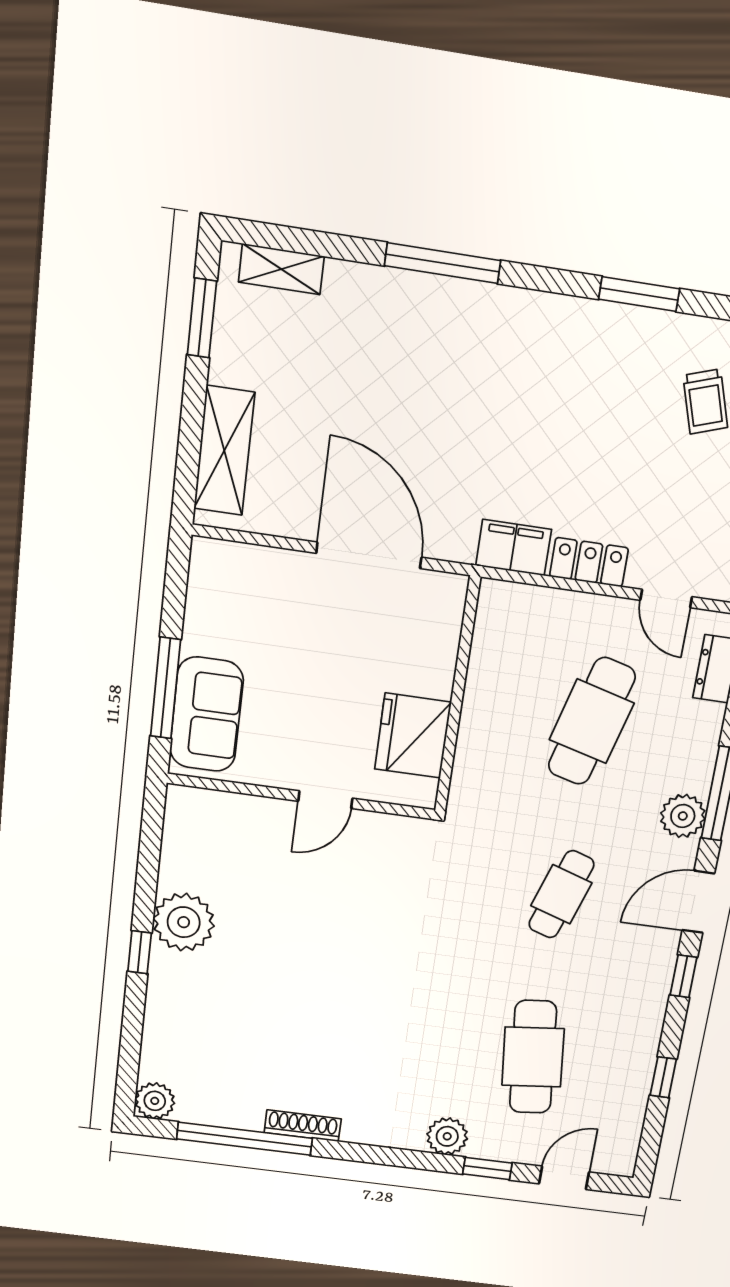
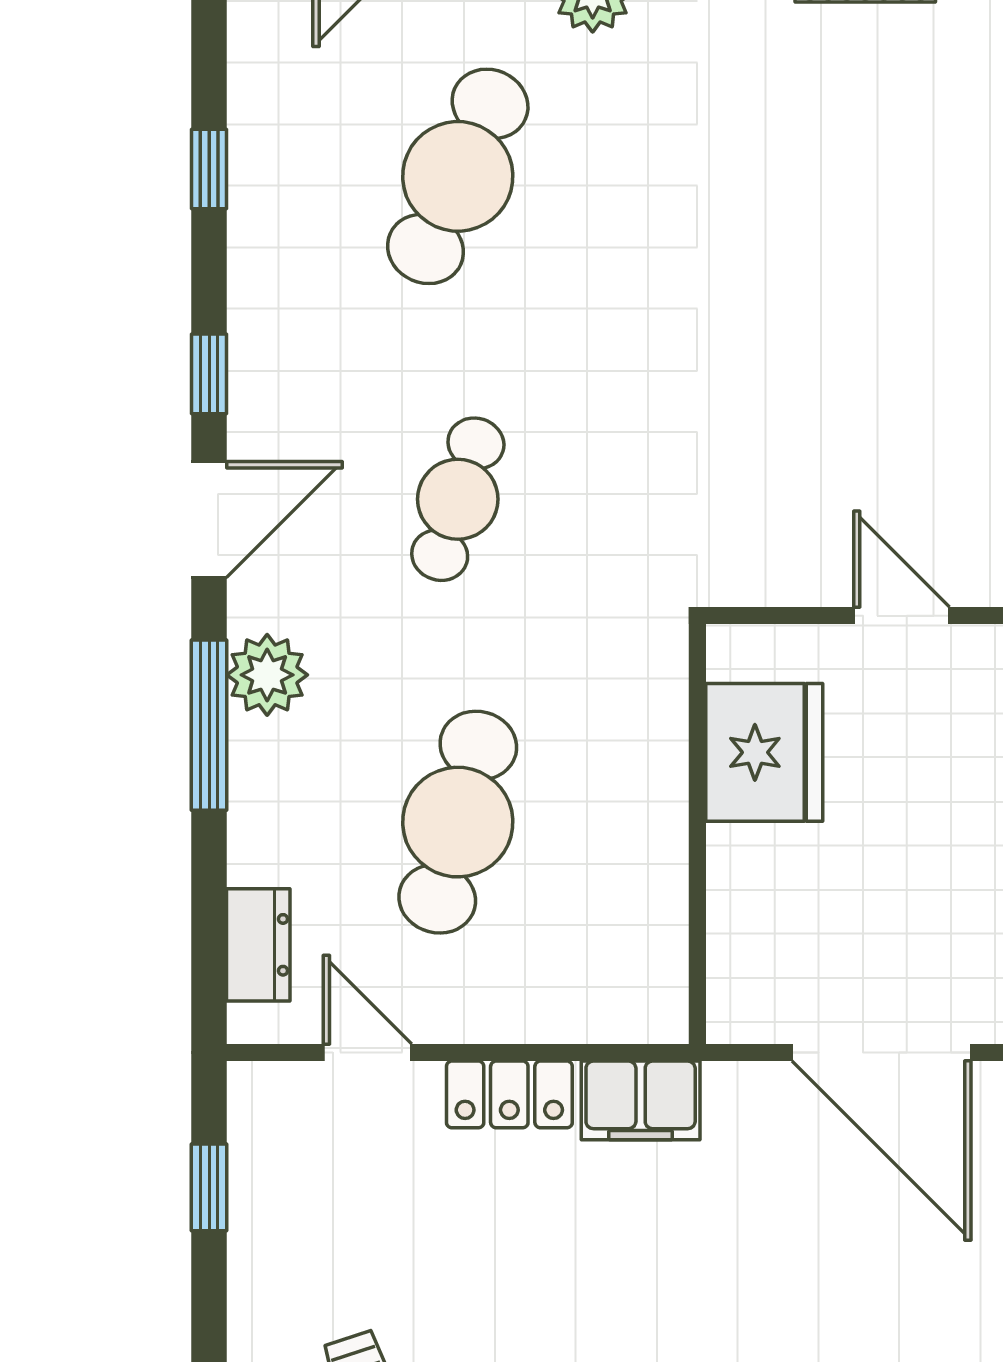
door: (325, 800) -> (902, 616), hinge flipped
cafe table: (533, 1057) -> (458, 176), turned 30

